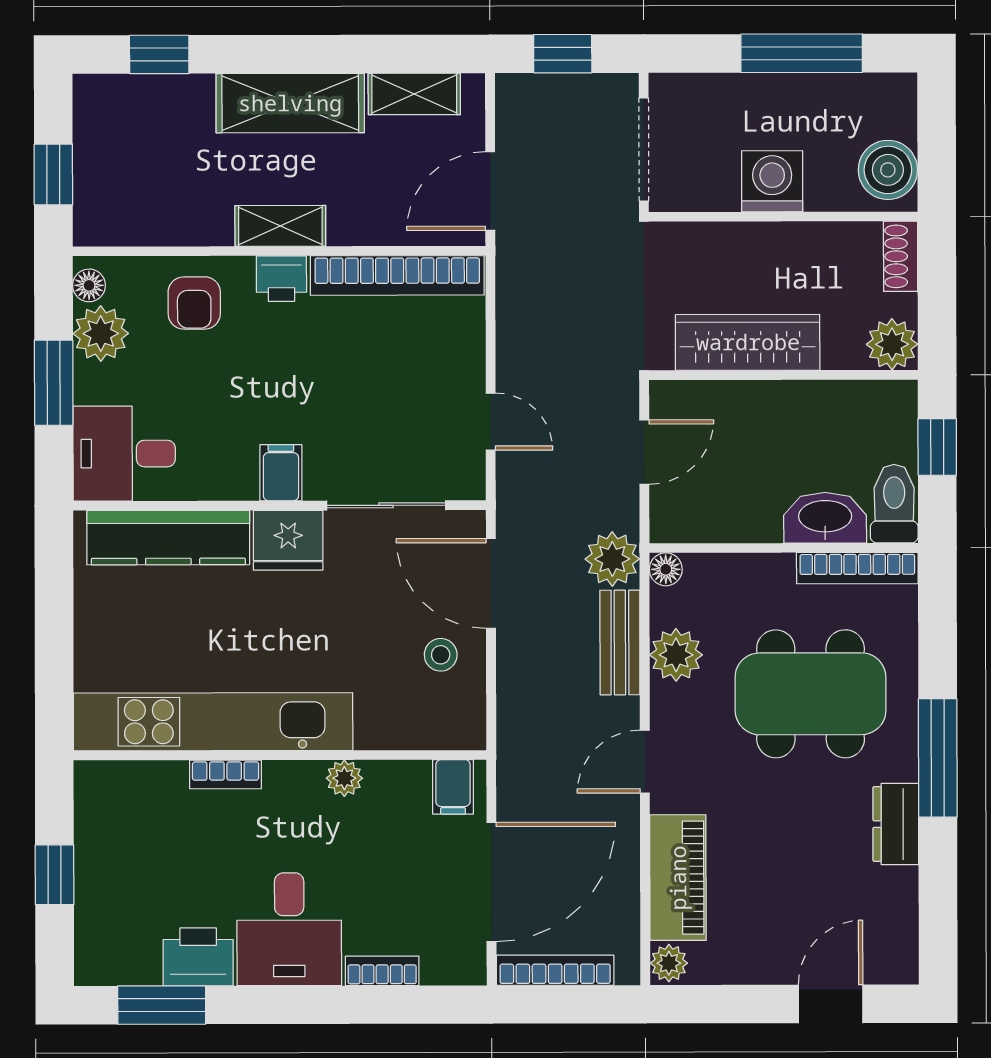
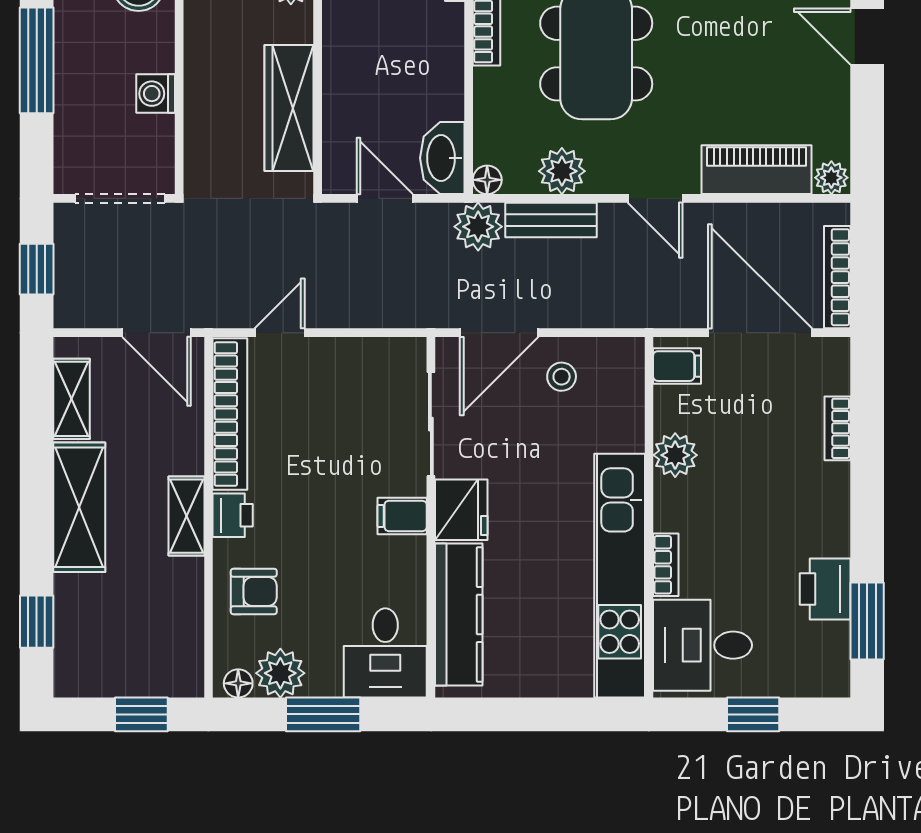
washing machine: (772, 181) -> (156, 94), width x0.73, depth x0.73
door: (491, 422) -> (280, 333), moved
washbasin: (825, 518) -> (442, 158), moved
plant: (344, 778) -> (675, 455), width x1.38, depth x1.38
desk: (289, 929) -> (702, 645), moved, turned 180

